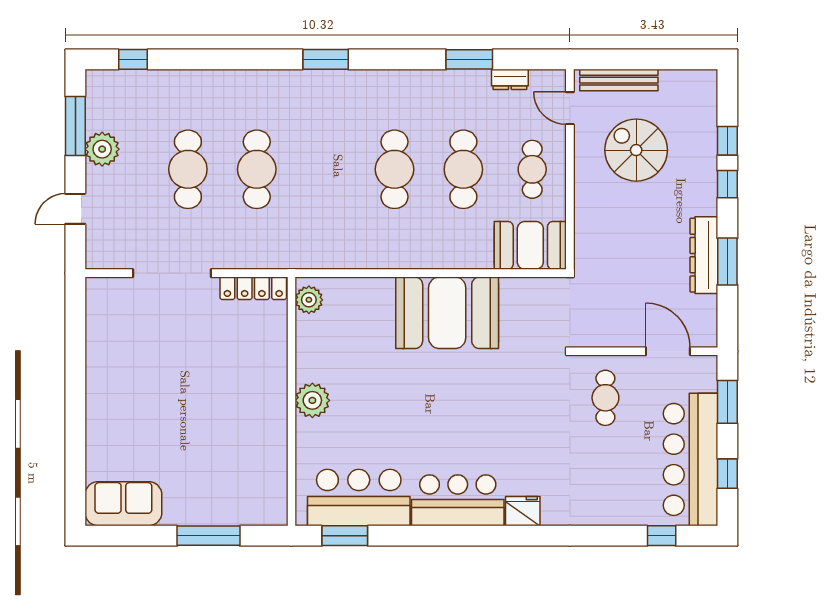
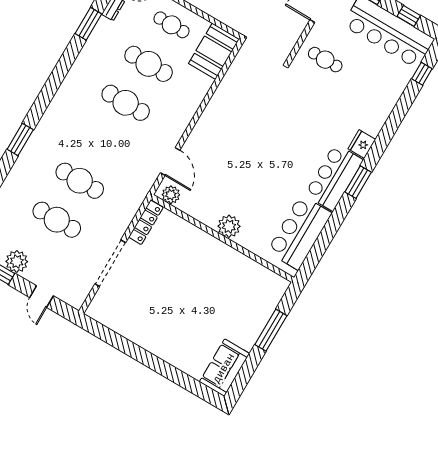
window: (326, 59) -> (20, 140), moved
door: (352, 273) -> (170, 161), added
booth: (447, 313) -> (224, 121), removed
window: (345, 536) -> (358, 182), moved

